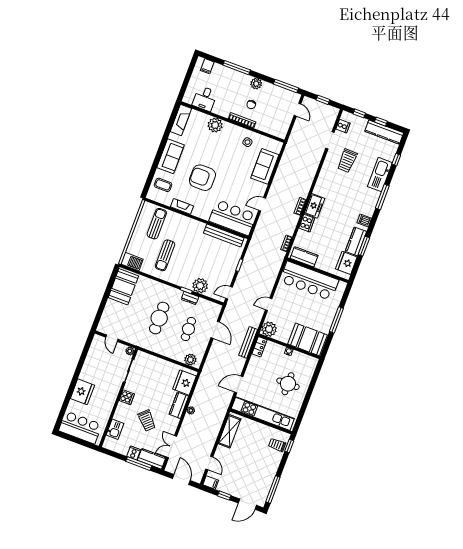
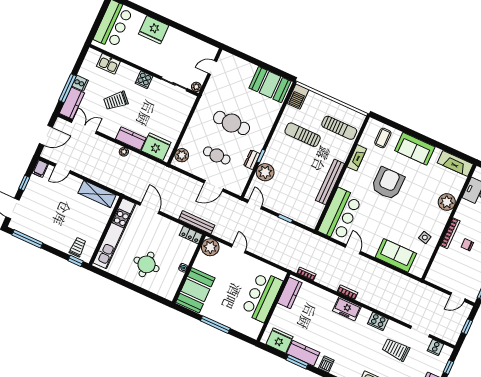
cooker: (307, 223) -> (378, 321), moved
bench: (224, 235) -> (330, 182), moved
bar counter: (309, 281) -> (262, 297), width x0.73

